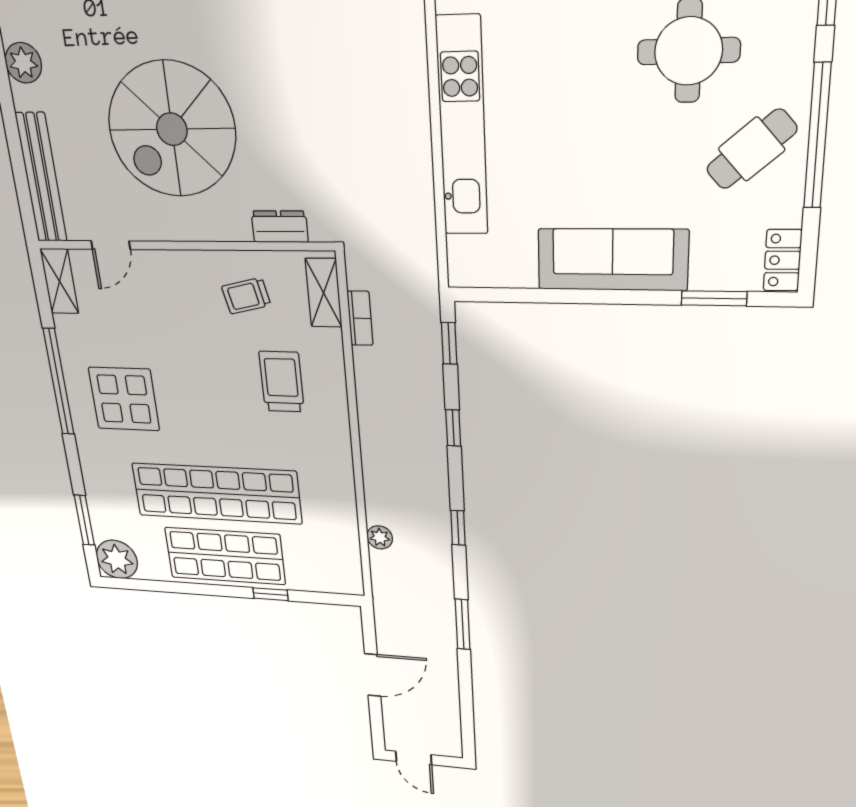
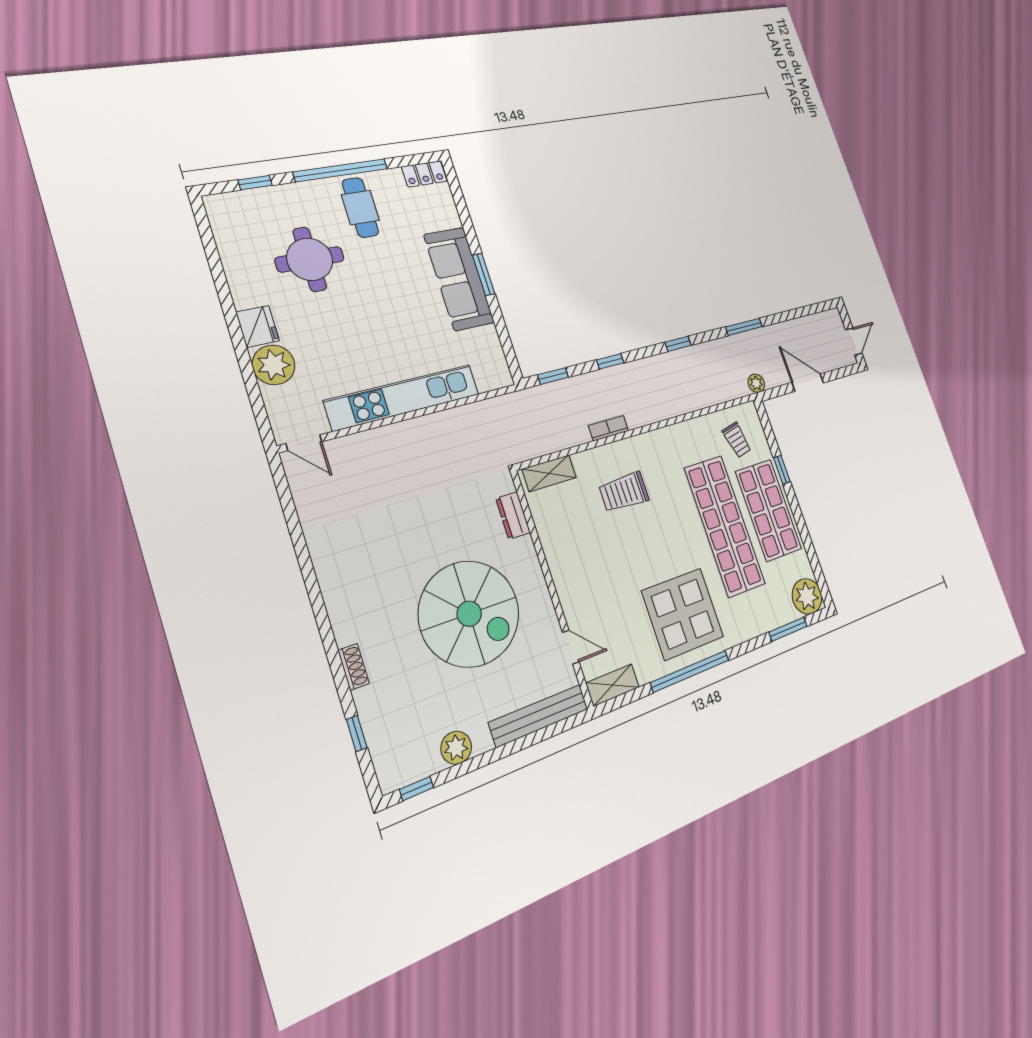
cafe table: (752, 149) -> (360, 208), turned 41
trolley: (246, 296) -> (737, 440), moved
window: (714, 298) -> (484, 275), moved
bookcase: (360, 318) -> (609, 428), moved
display table: (124, 399) -> (683, 614), width x1.36, depth x1.36
plant: (380, 537) -> (756, 383), moved

